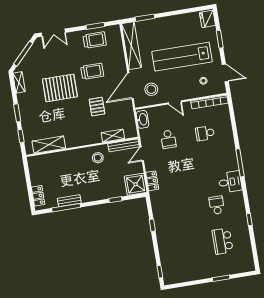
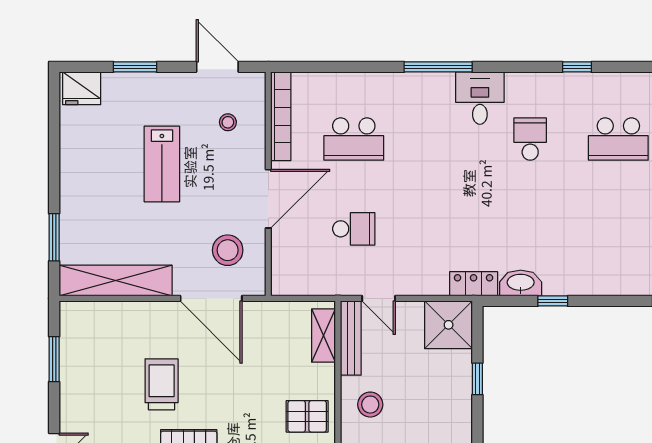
trolley: (95, 40) -> (88, 366), removed
lab bench: (182, 57) -> (162, 164), width x0.54, depth x0.72
door: (225, 73) -> (217, 67), hinge flipped
door: (175, 102) -> (268, 199), width x1.87
pallet: (97, 107) -> (307, 416), moved
washbasin: (142, 119) -> (521, 283), moved
school desk: (205, 133) -> (354, 139), width x1.85
shelving: (113, 136) -> (323, 336), moved
locker: (152, 181) -> (474, 284), moved
school desk: (217, 205) -> (530, 139), turned 90

